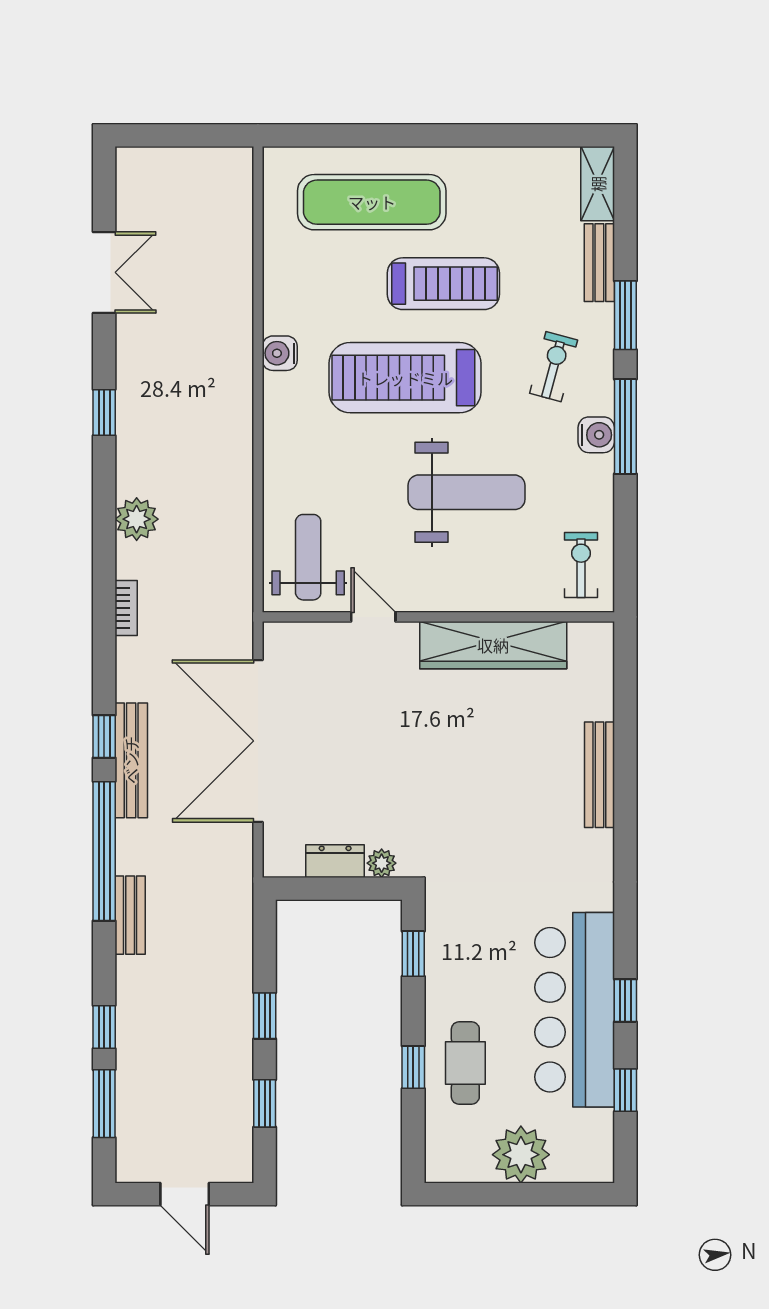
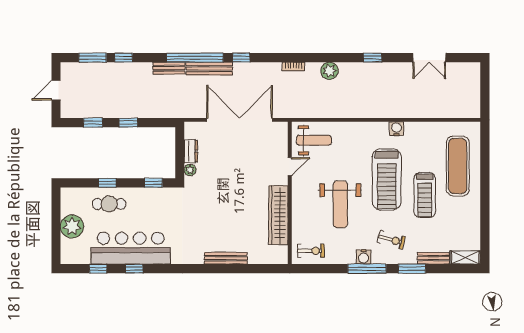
treadmill: (405, 378) -> (387, 179), turned 180
bench: (131, 760) -> (209, 69), moved

